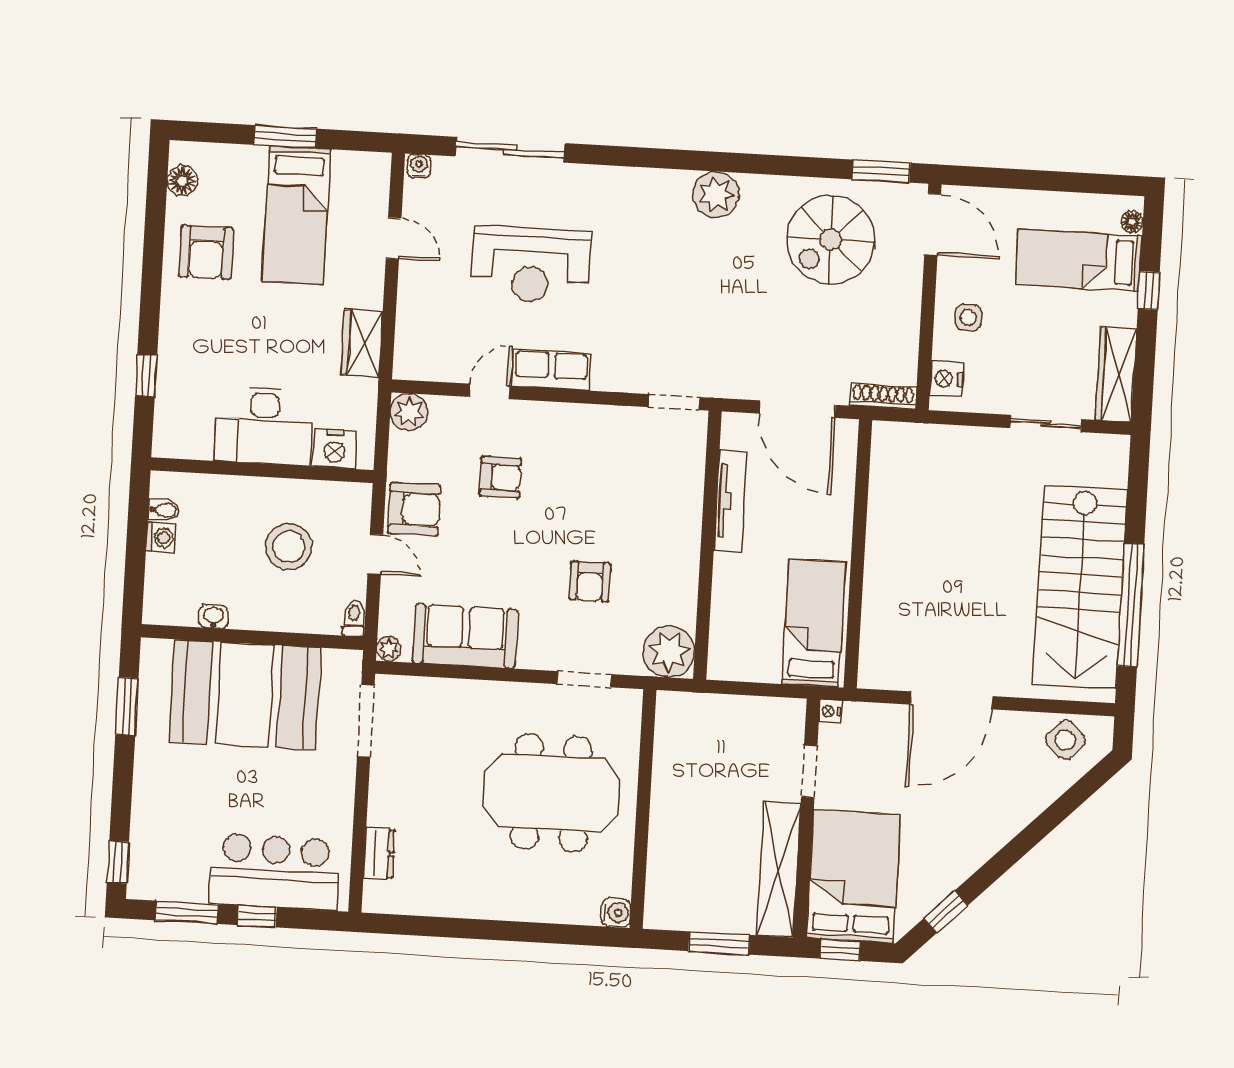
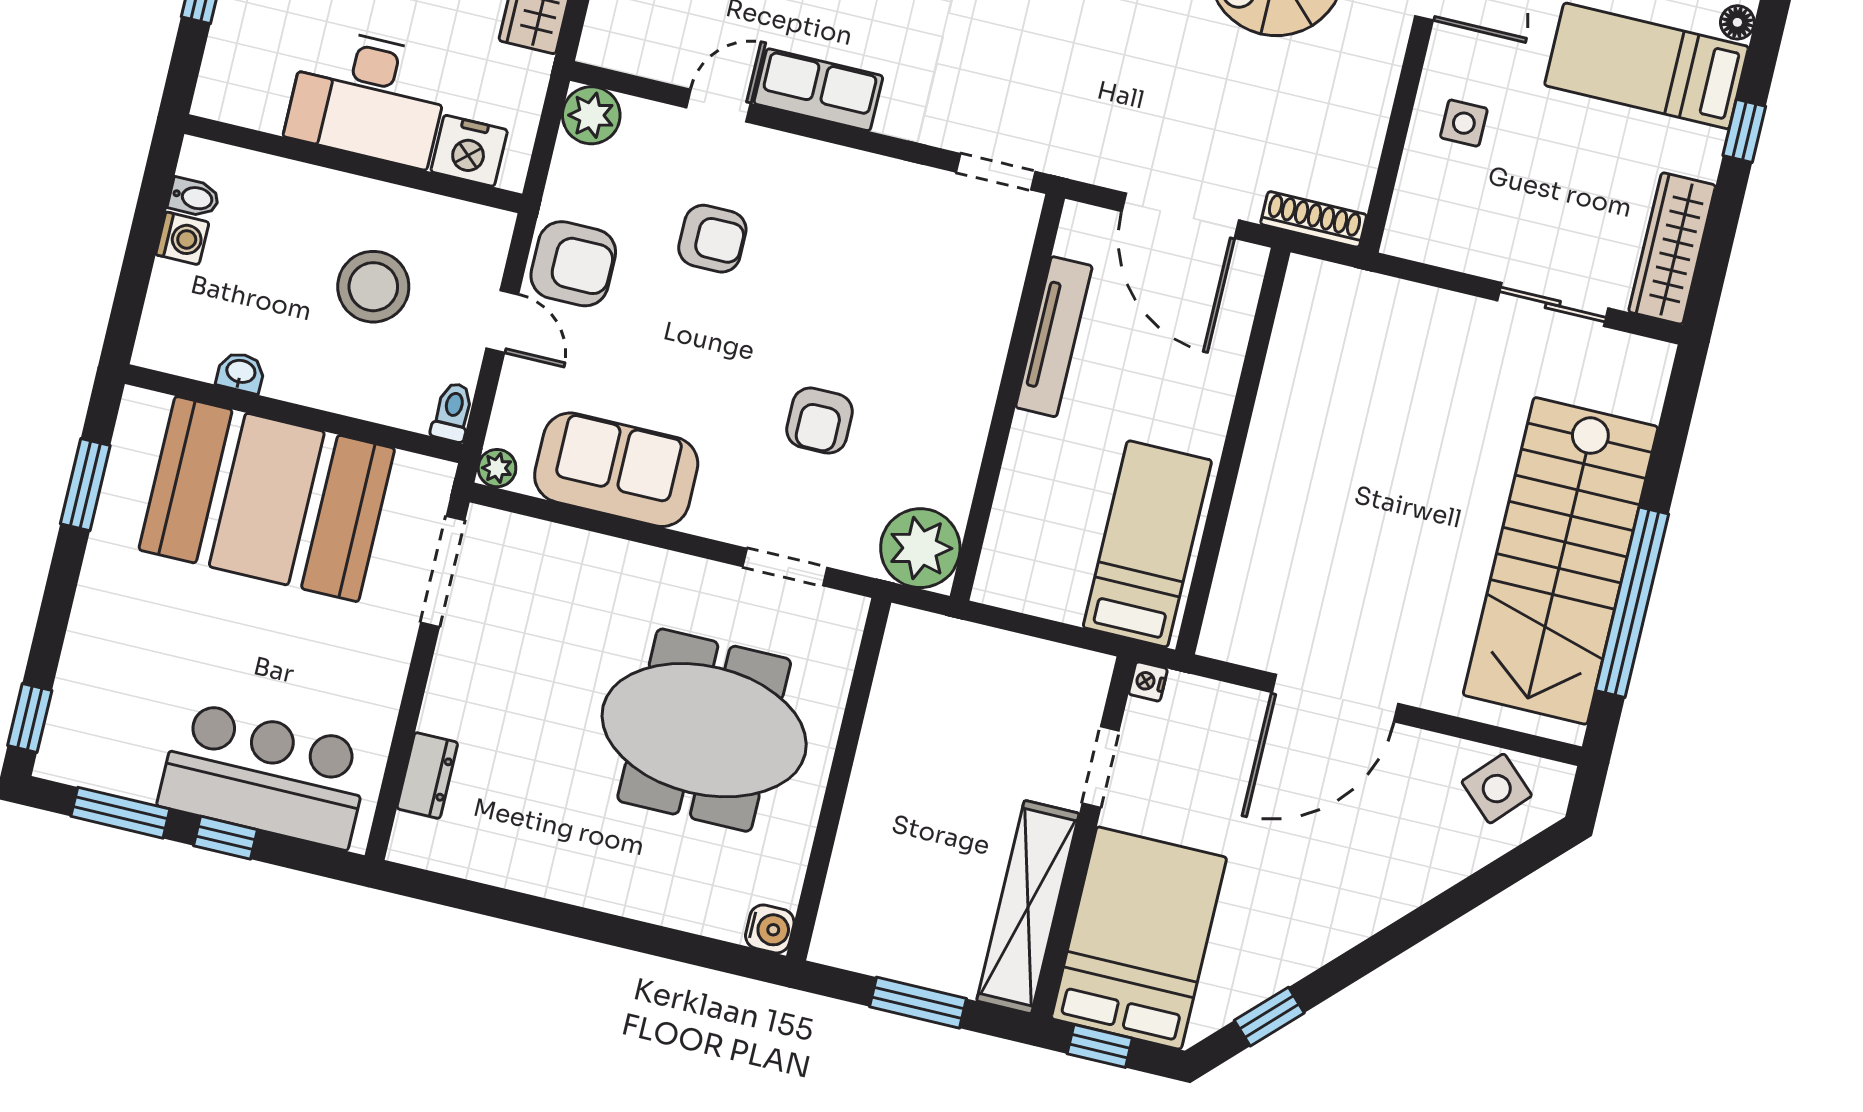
nightstand: (946, 379) -> (1414, 210), removed

